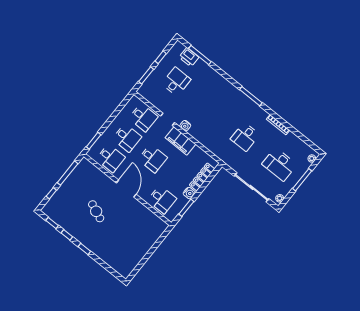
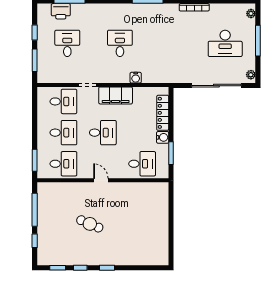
water cooler: (185, 126) -> (136, 78), moved
desk: (245, 137) -> (120, 43), moved, turned 180
door: (126, 189) -> (101, 180), width x0.53

